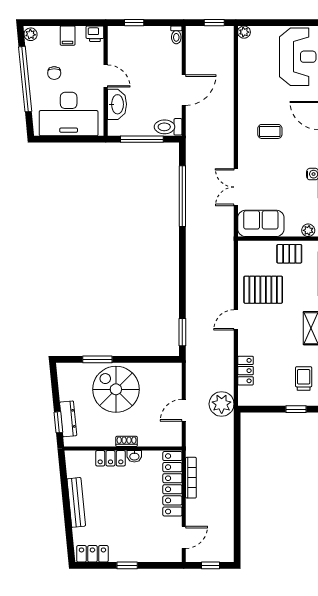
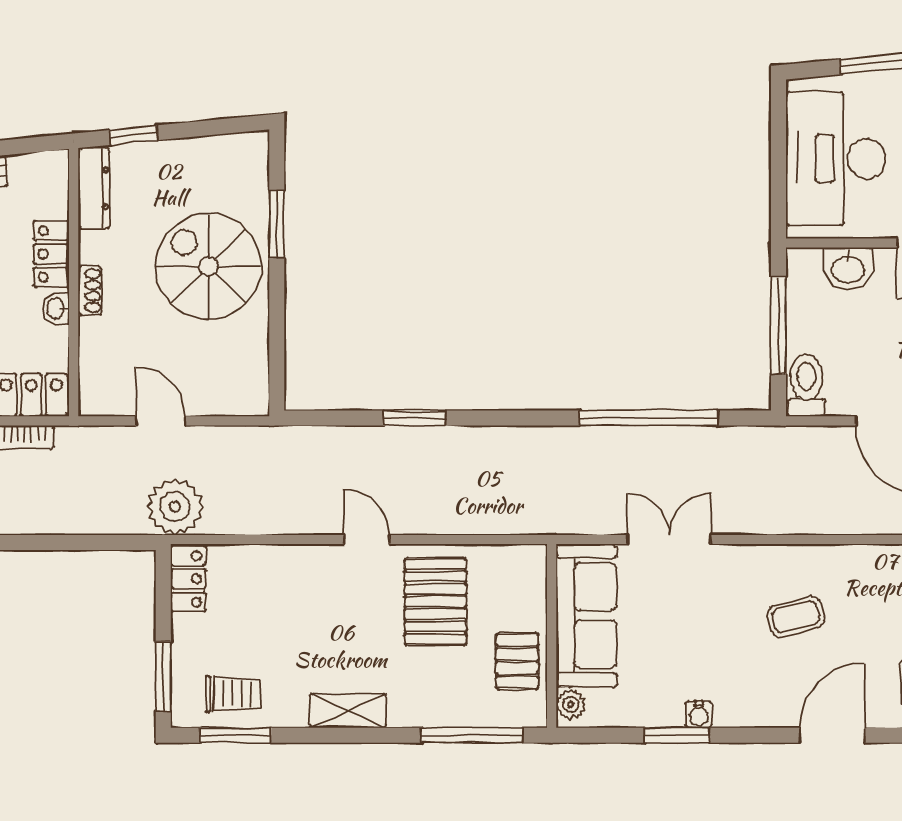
washbasin: (117, 104) -> (848, 269), width x0.72
coffee table: (270, 131) -> (796, 617), turned 75
sofa: (261, 223) -> (586, 615), width x1.36
window: (182, 332) -> (415, 418), moved
locker: (246, 371) -> (188, 579), moved, turned -90
spiral stairs: (116, 389) -> (209, 266), turned -90
window: (296, 409) -> (163, 676), width x1.50
dresser: (68, 419) -> (94, 188), moved, turned -84

